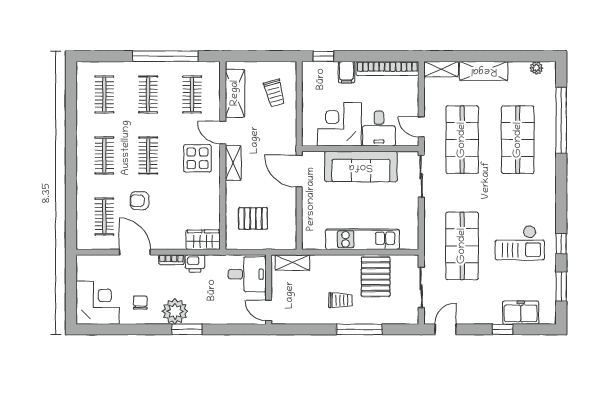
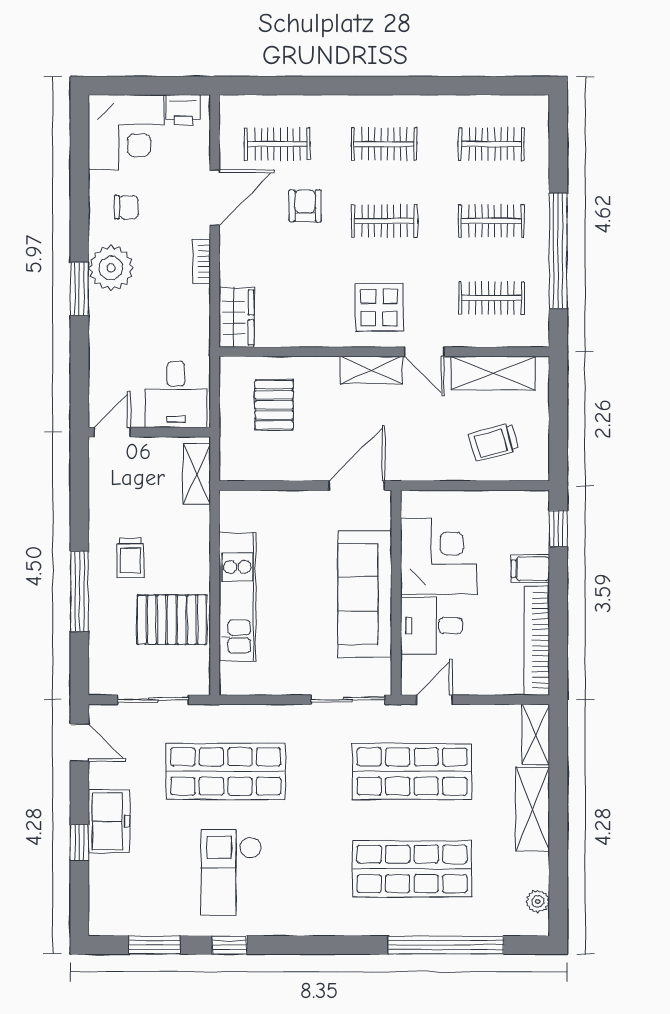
door: (223, 133) -> (424, 352), swing flipped
printer: (195, 263) -> (183, 110), moved, turned -90
freezer: (521, 313) -> (109, 821), moved

